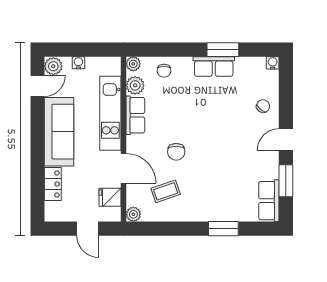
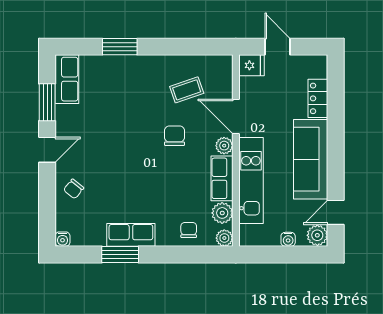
fridge: (110, 197) -> (252, 65), moved
plant: (133, 214) -> (224, 146), moved

